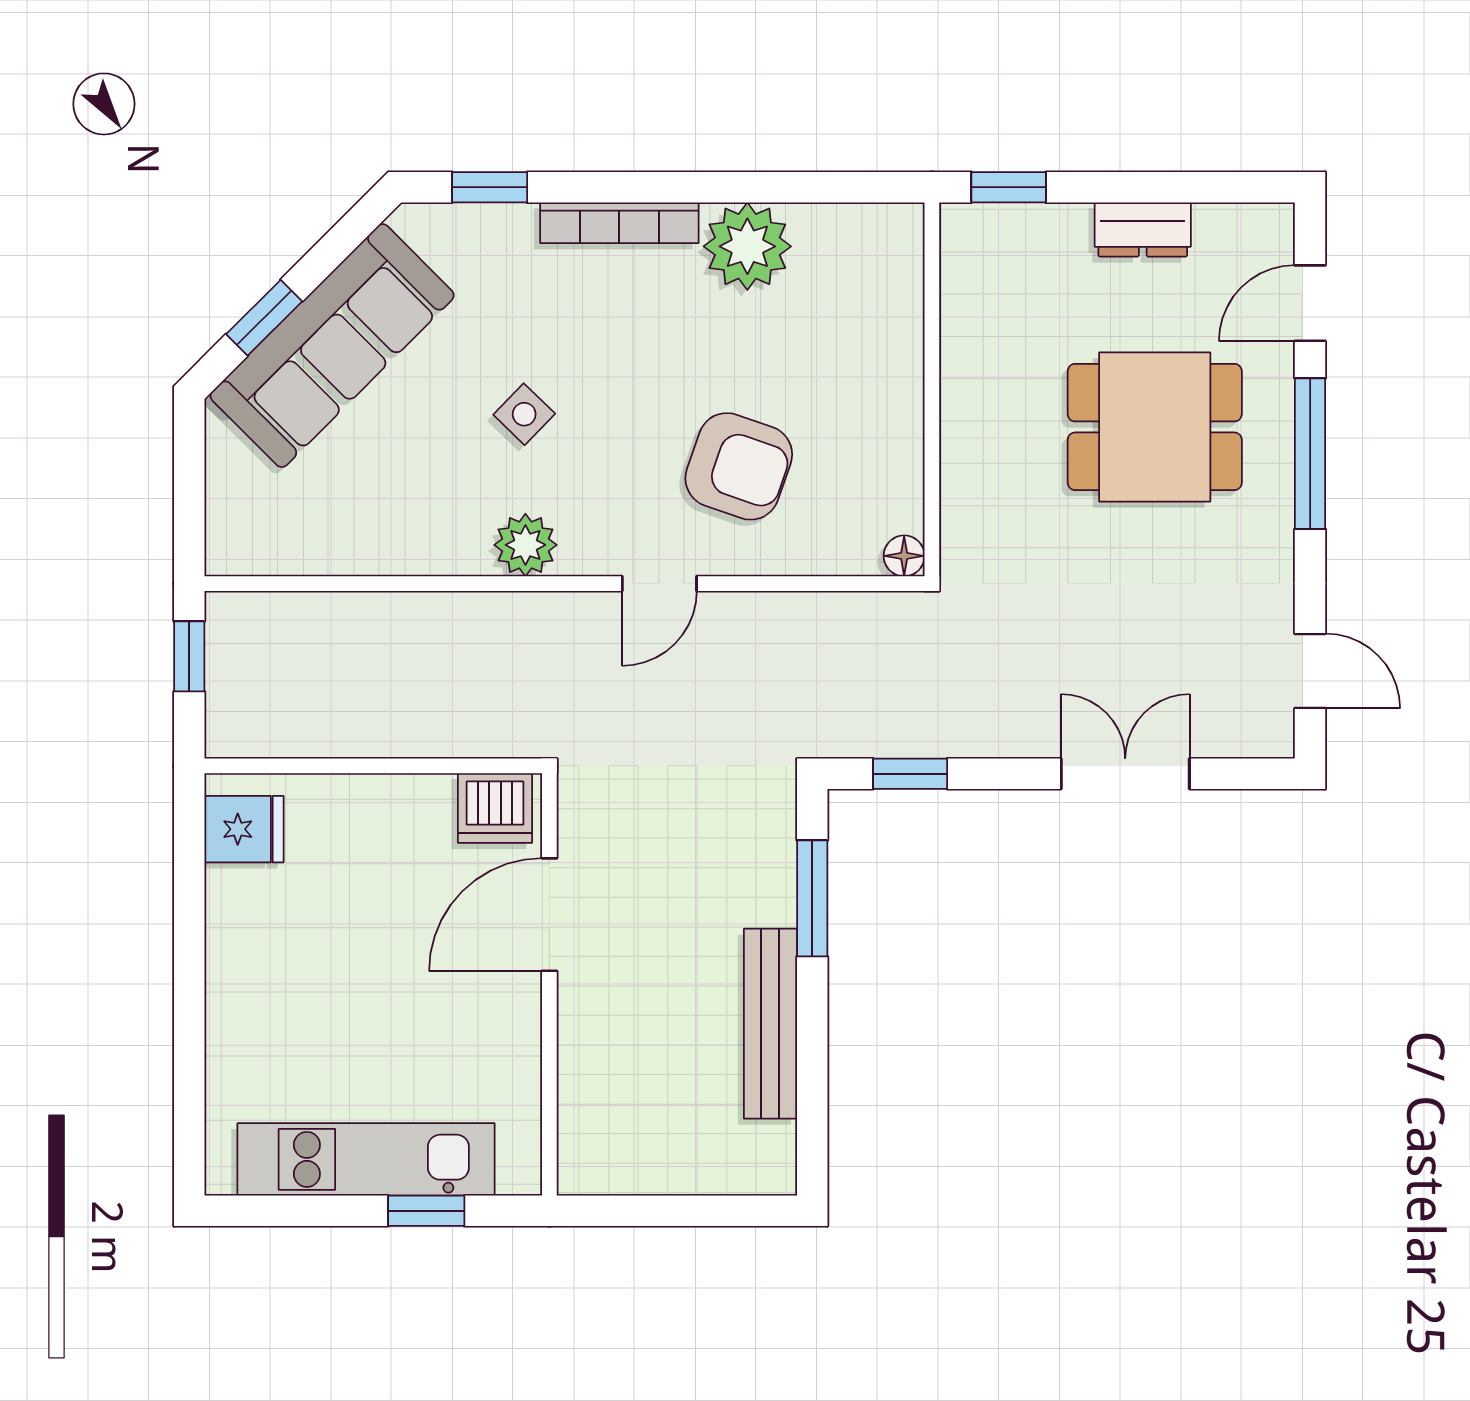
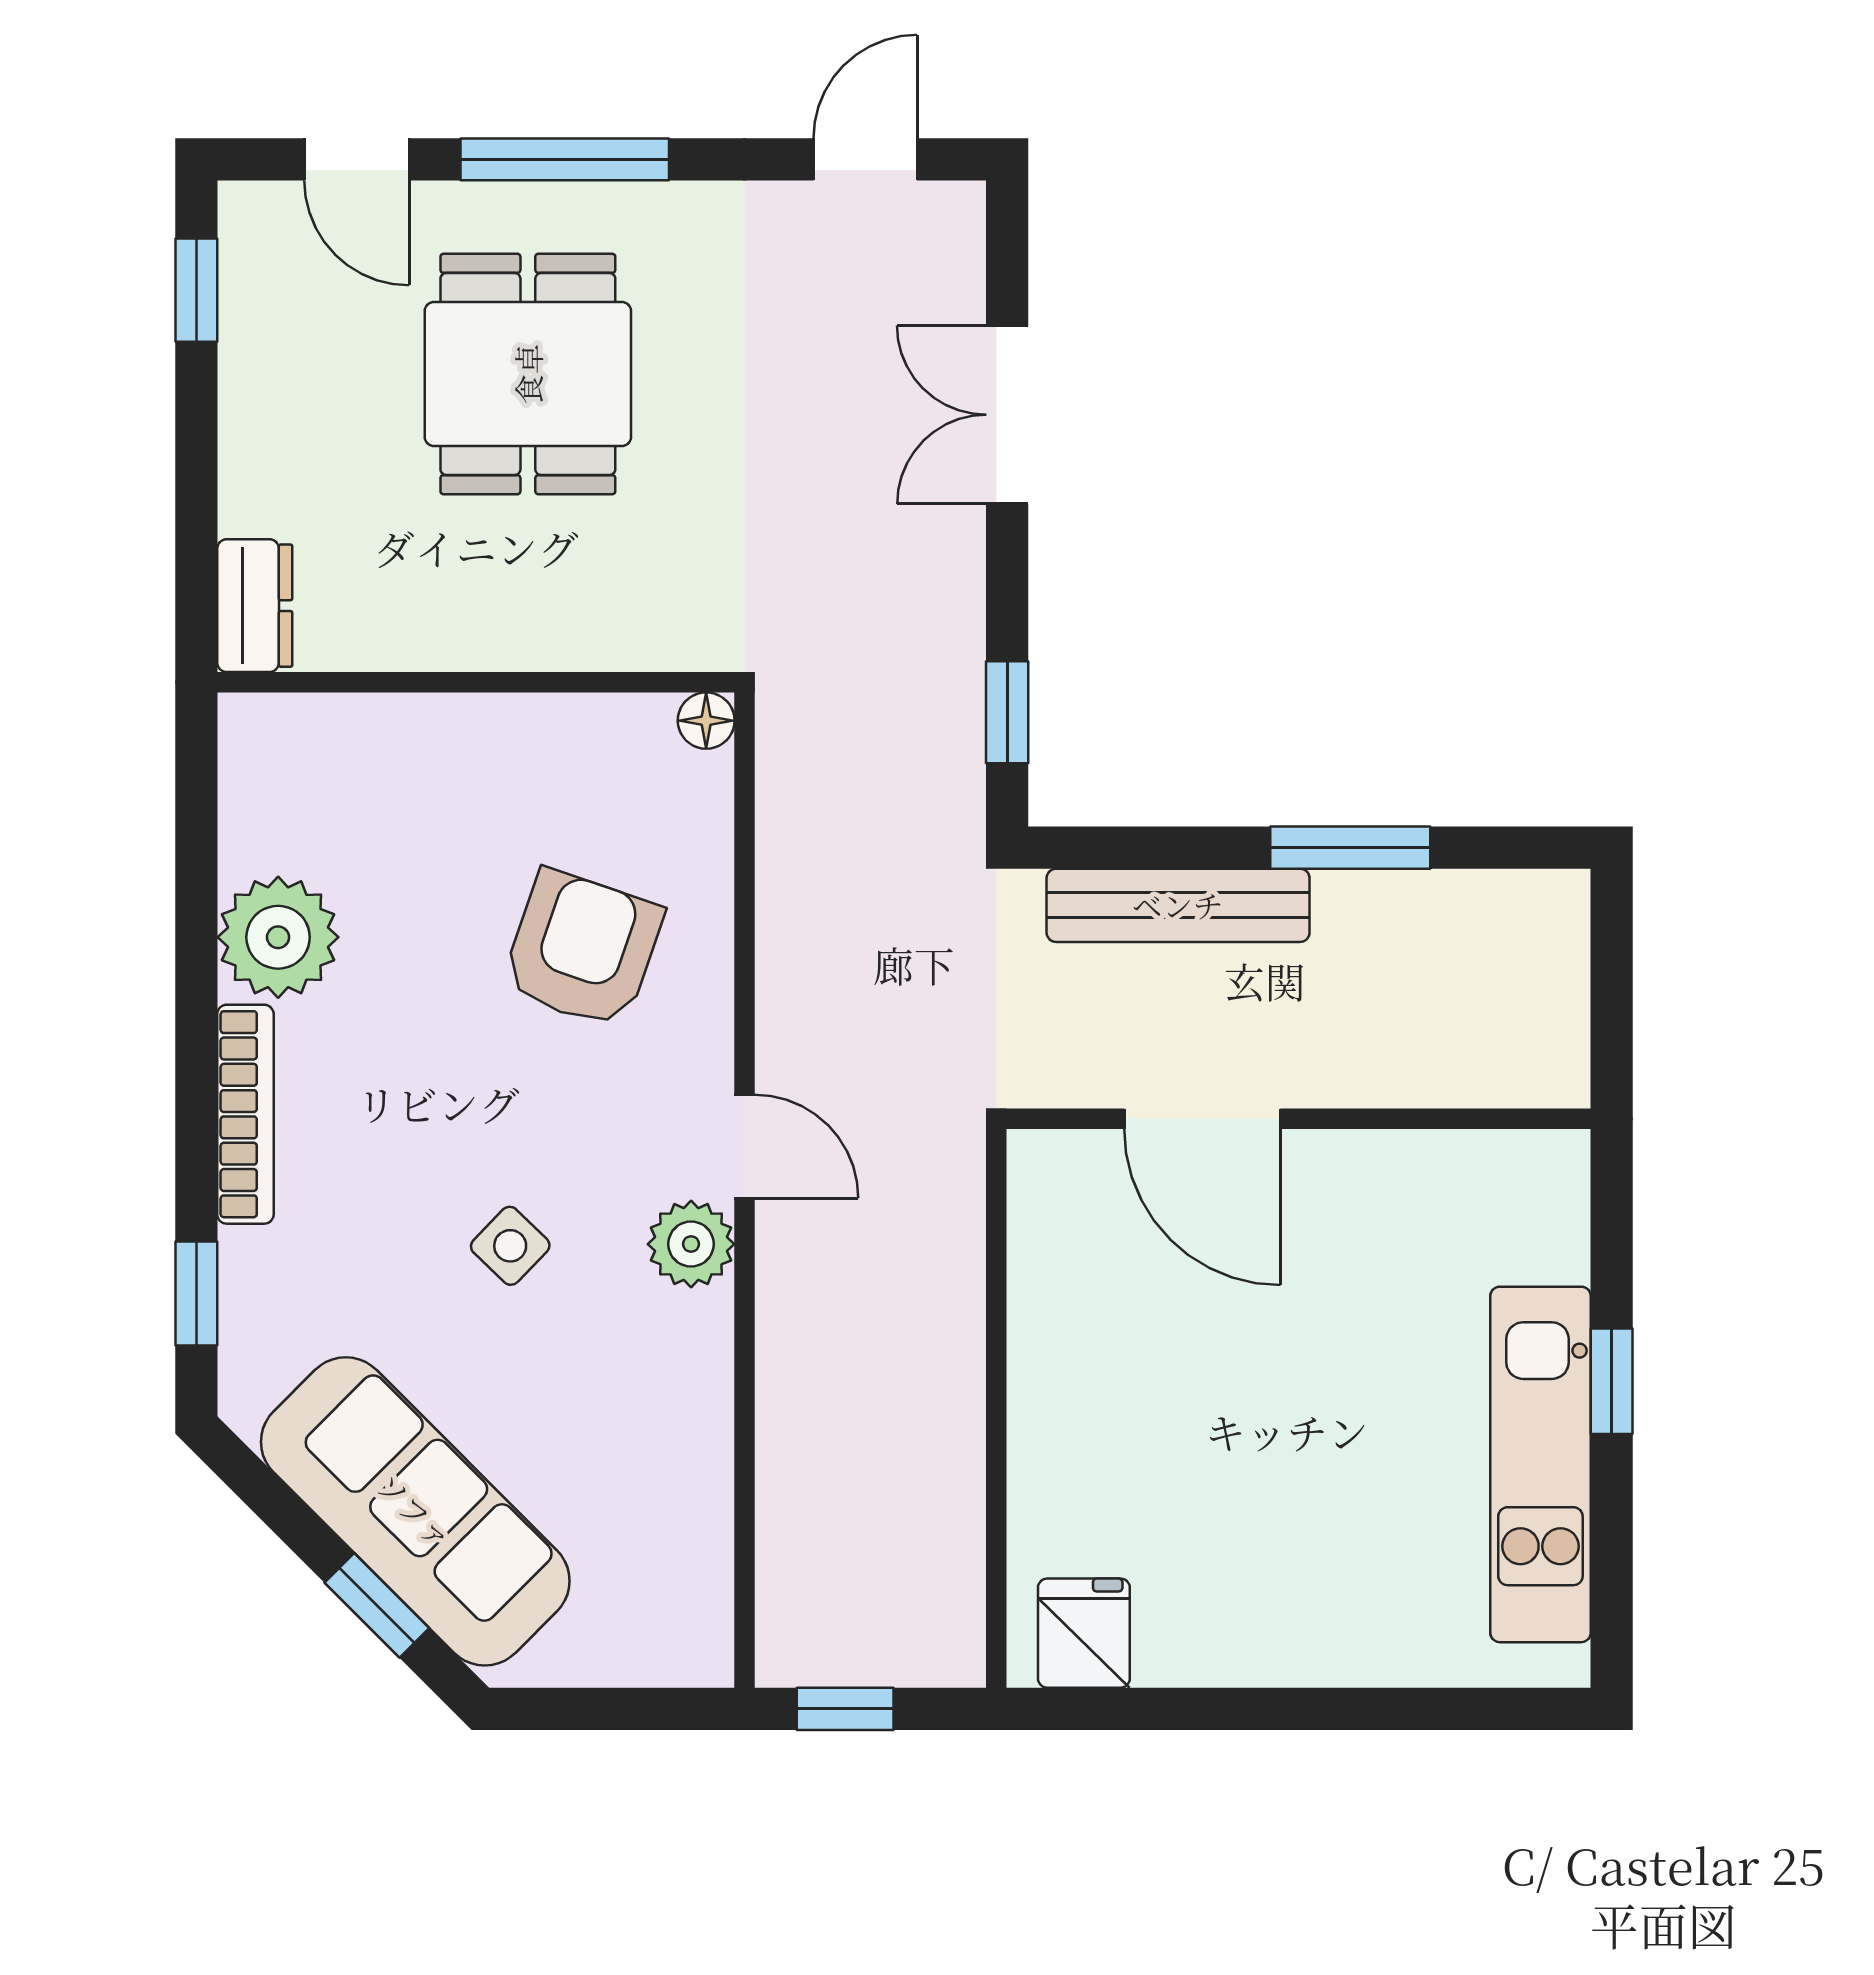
window: (1009, 187) -> (196, 290), moved
dresser: (1143, 229) -> (255, 606), moved
door: (659, 584) -> (745, 1146), moved
dishwasher: (495, 808) -> (1055, 1286), removed
window: (812, 898) -> (1350, 848), moved
door: (549, 915) -> (1202, 1119), moved
wall: (549, 984) -> (1298, 1119), moved
bench: (770, 1024) -> (1178, 905), moved

